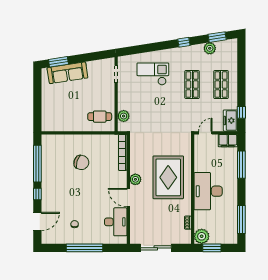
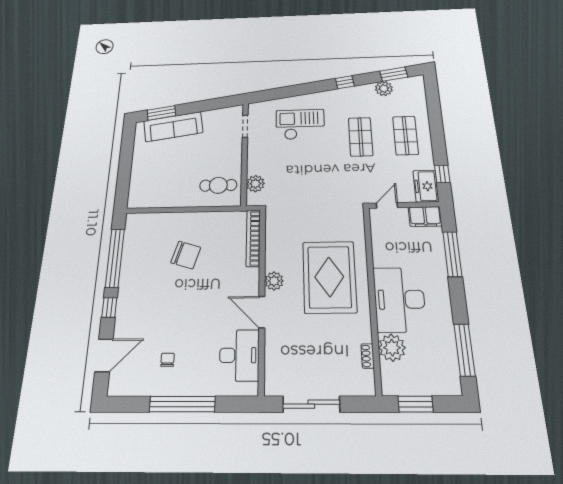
plant: (202, 236) -> (392, 348), moved

